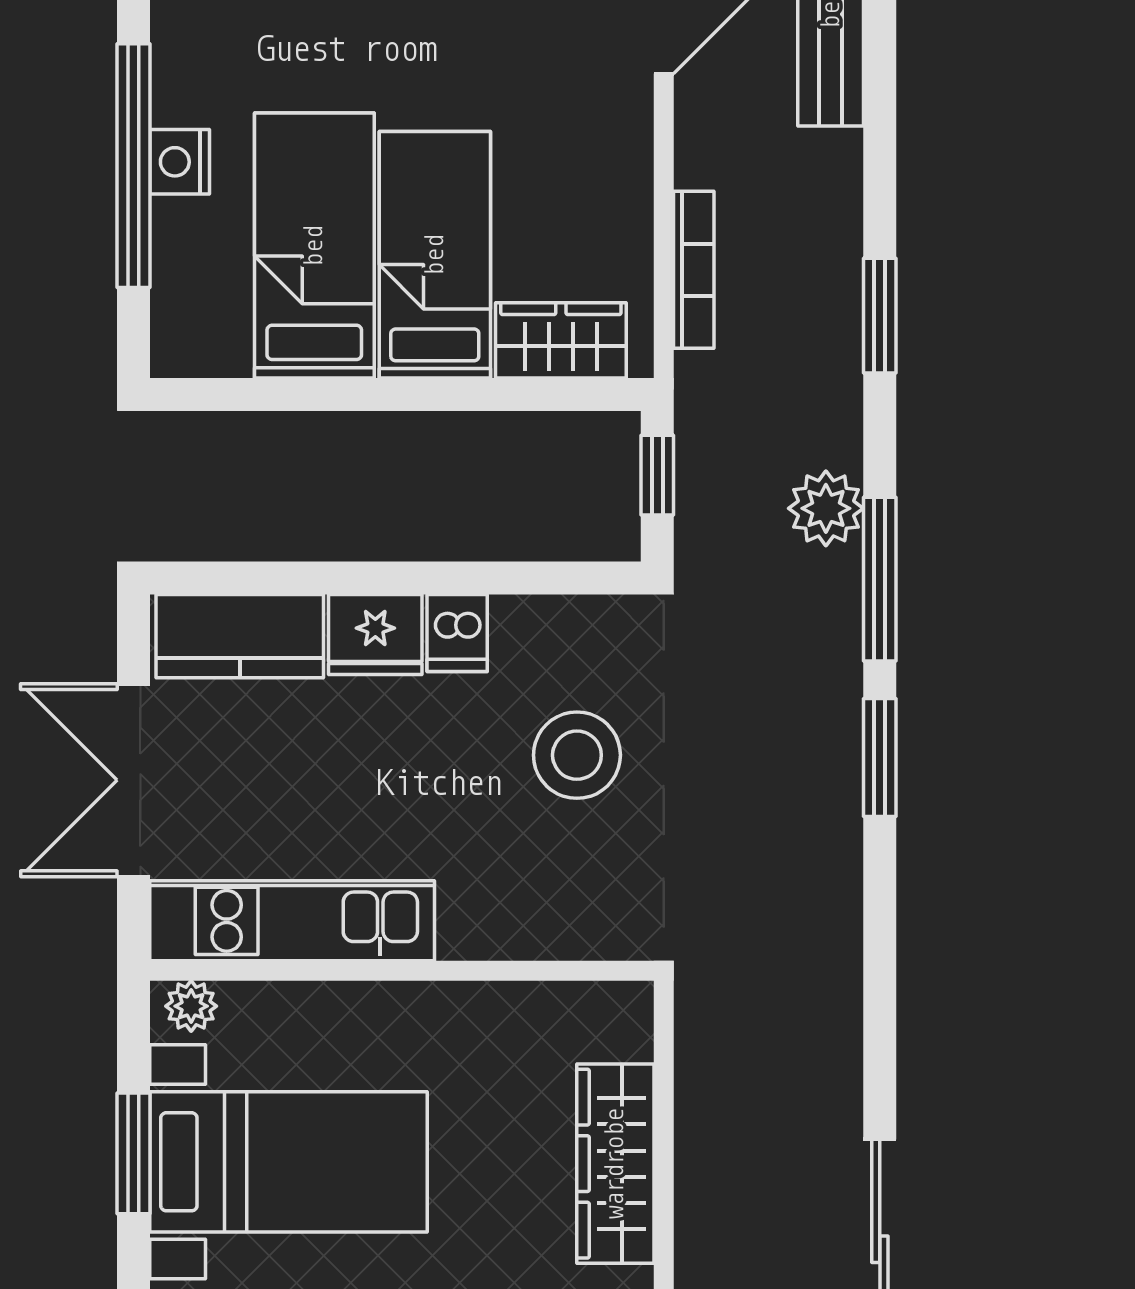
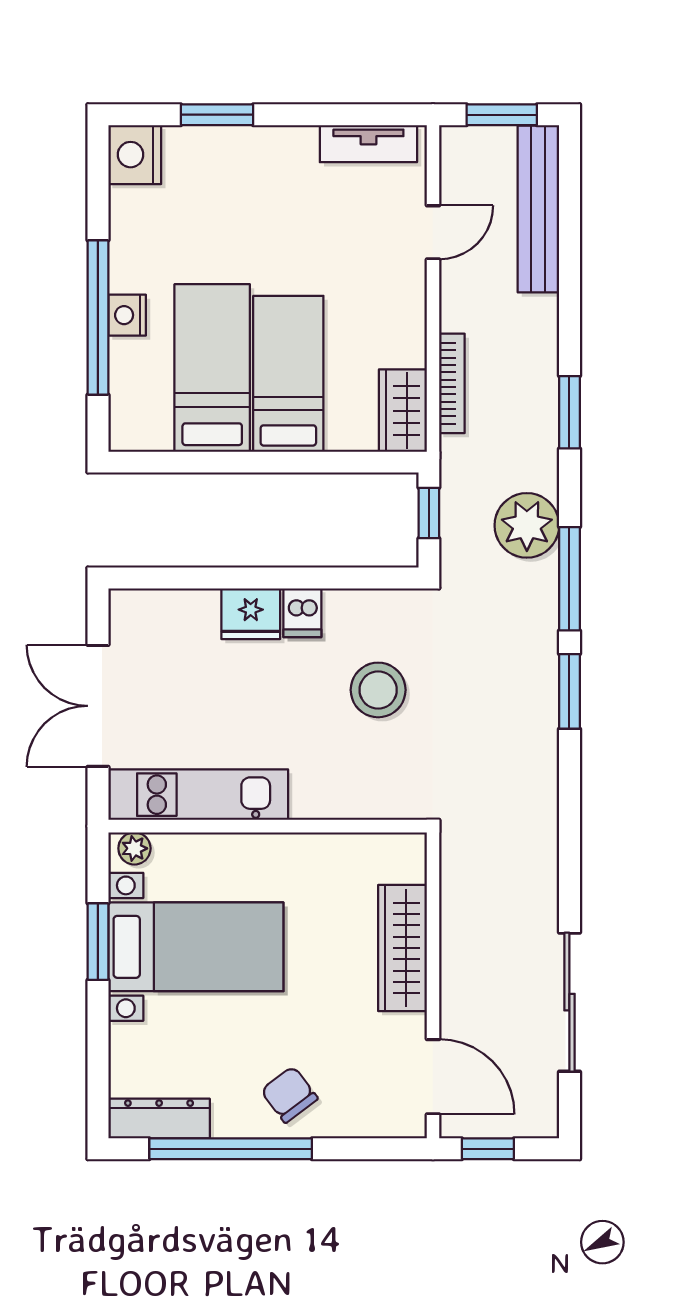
wardrobe: (561, 340) -> (403, 411), moved, turned -90
plant: (826, 508) -> (527, 525), width x1.36, depth x1.36
kitchen counter: (240, 636) -> (165, 615), removed

